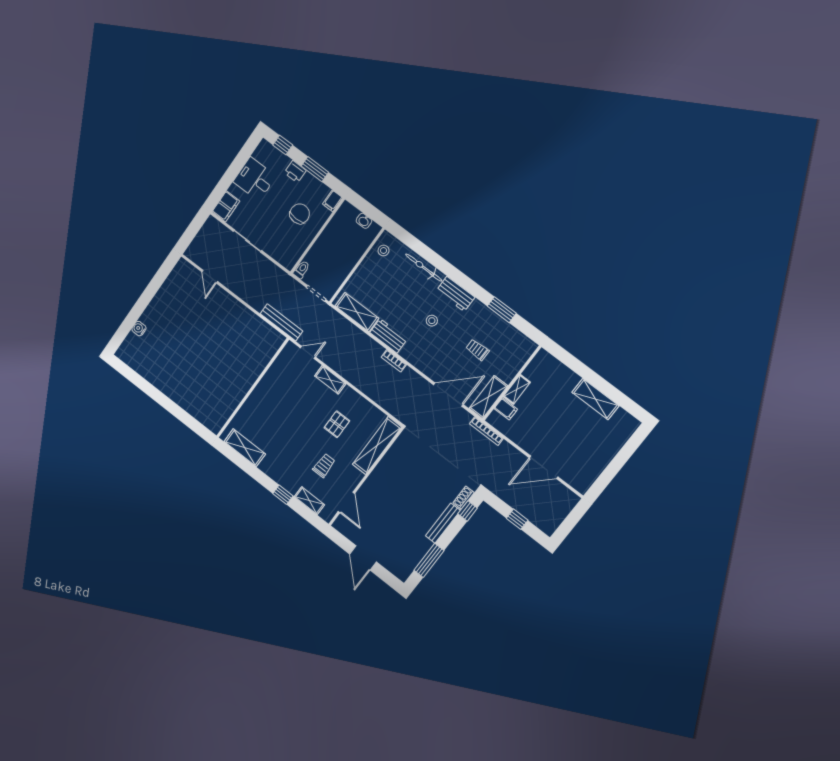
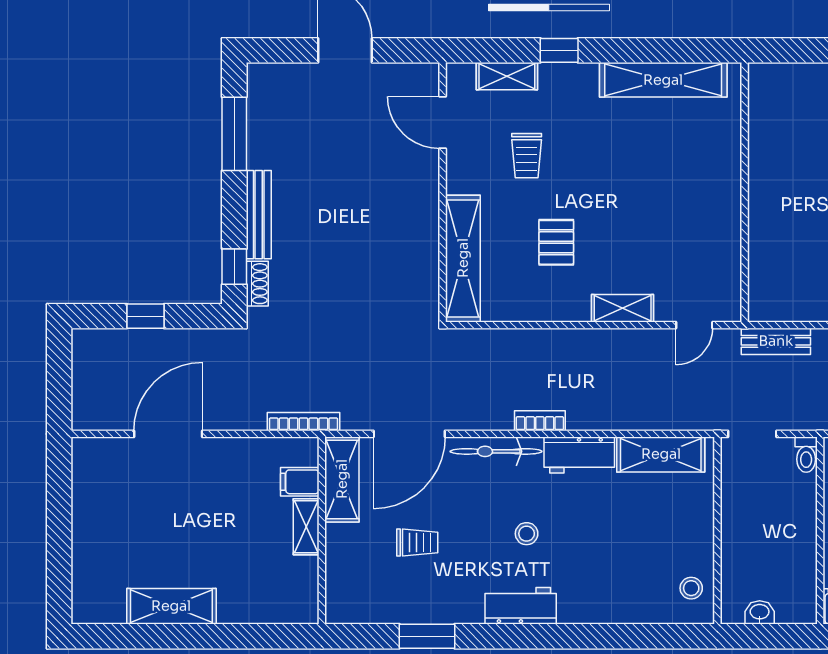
bicycle: (424, 268) -> (496, 451), moved, turned 180
bench: (281, 322) -> (776, 341), width x0.73
shelving: (245, 448) -> (663, 80), width x1.47

